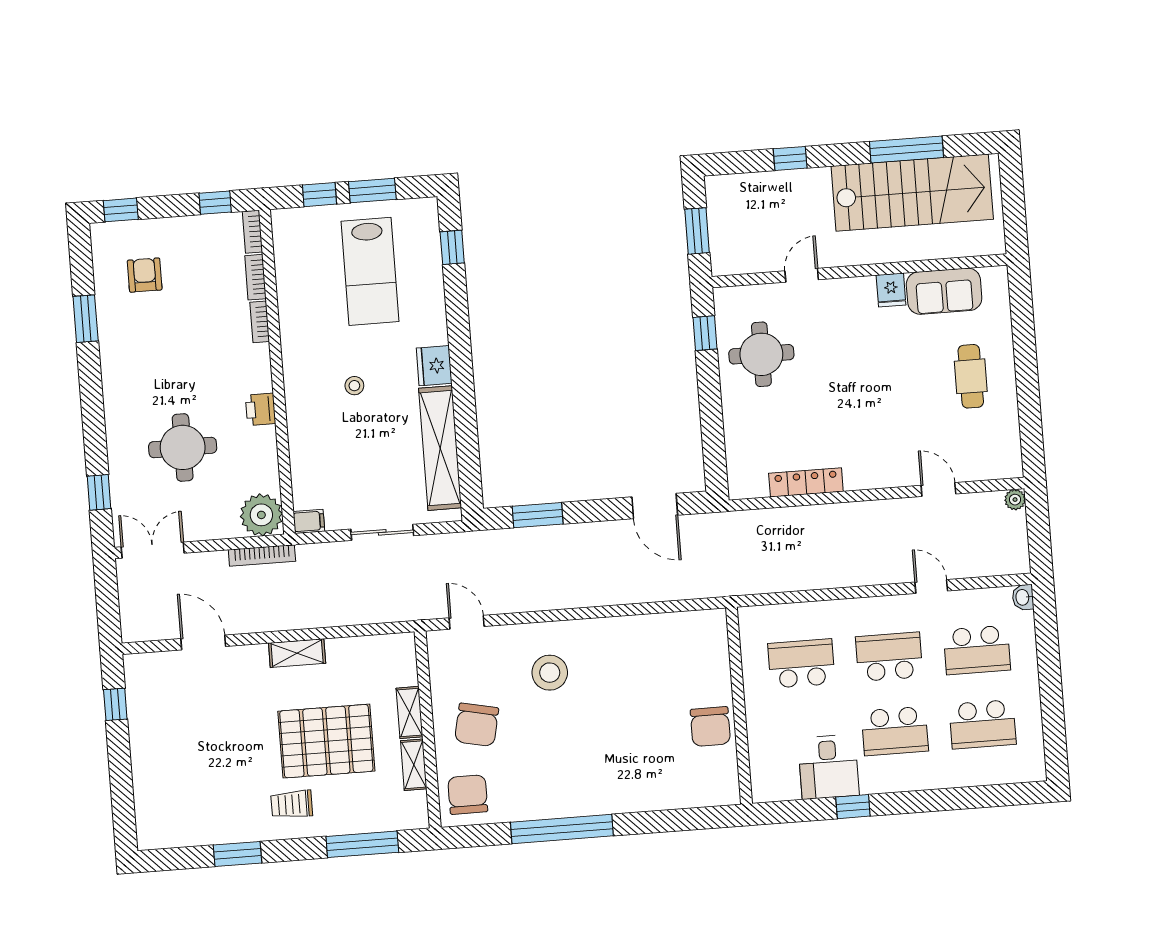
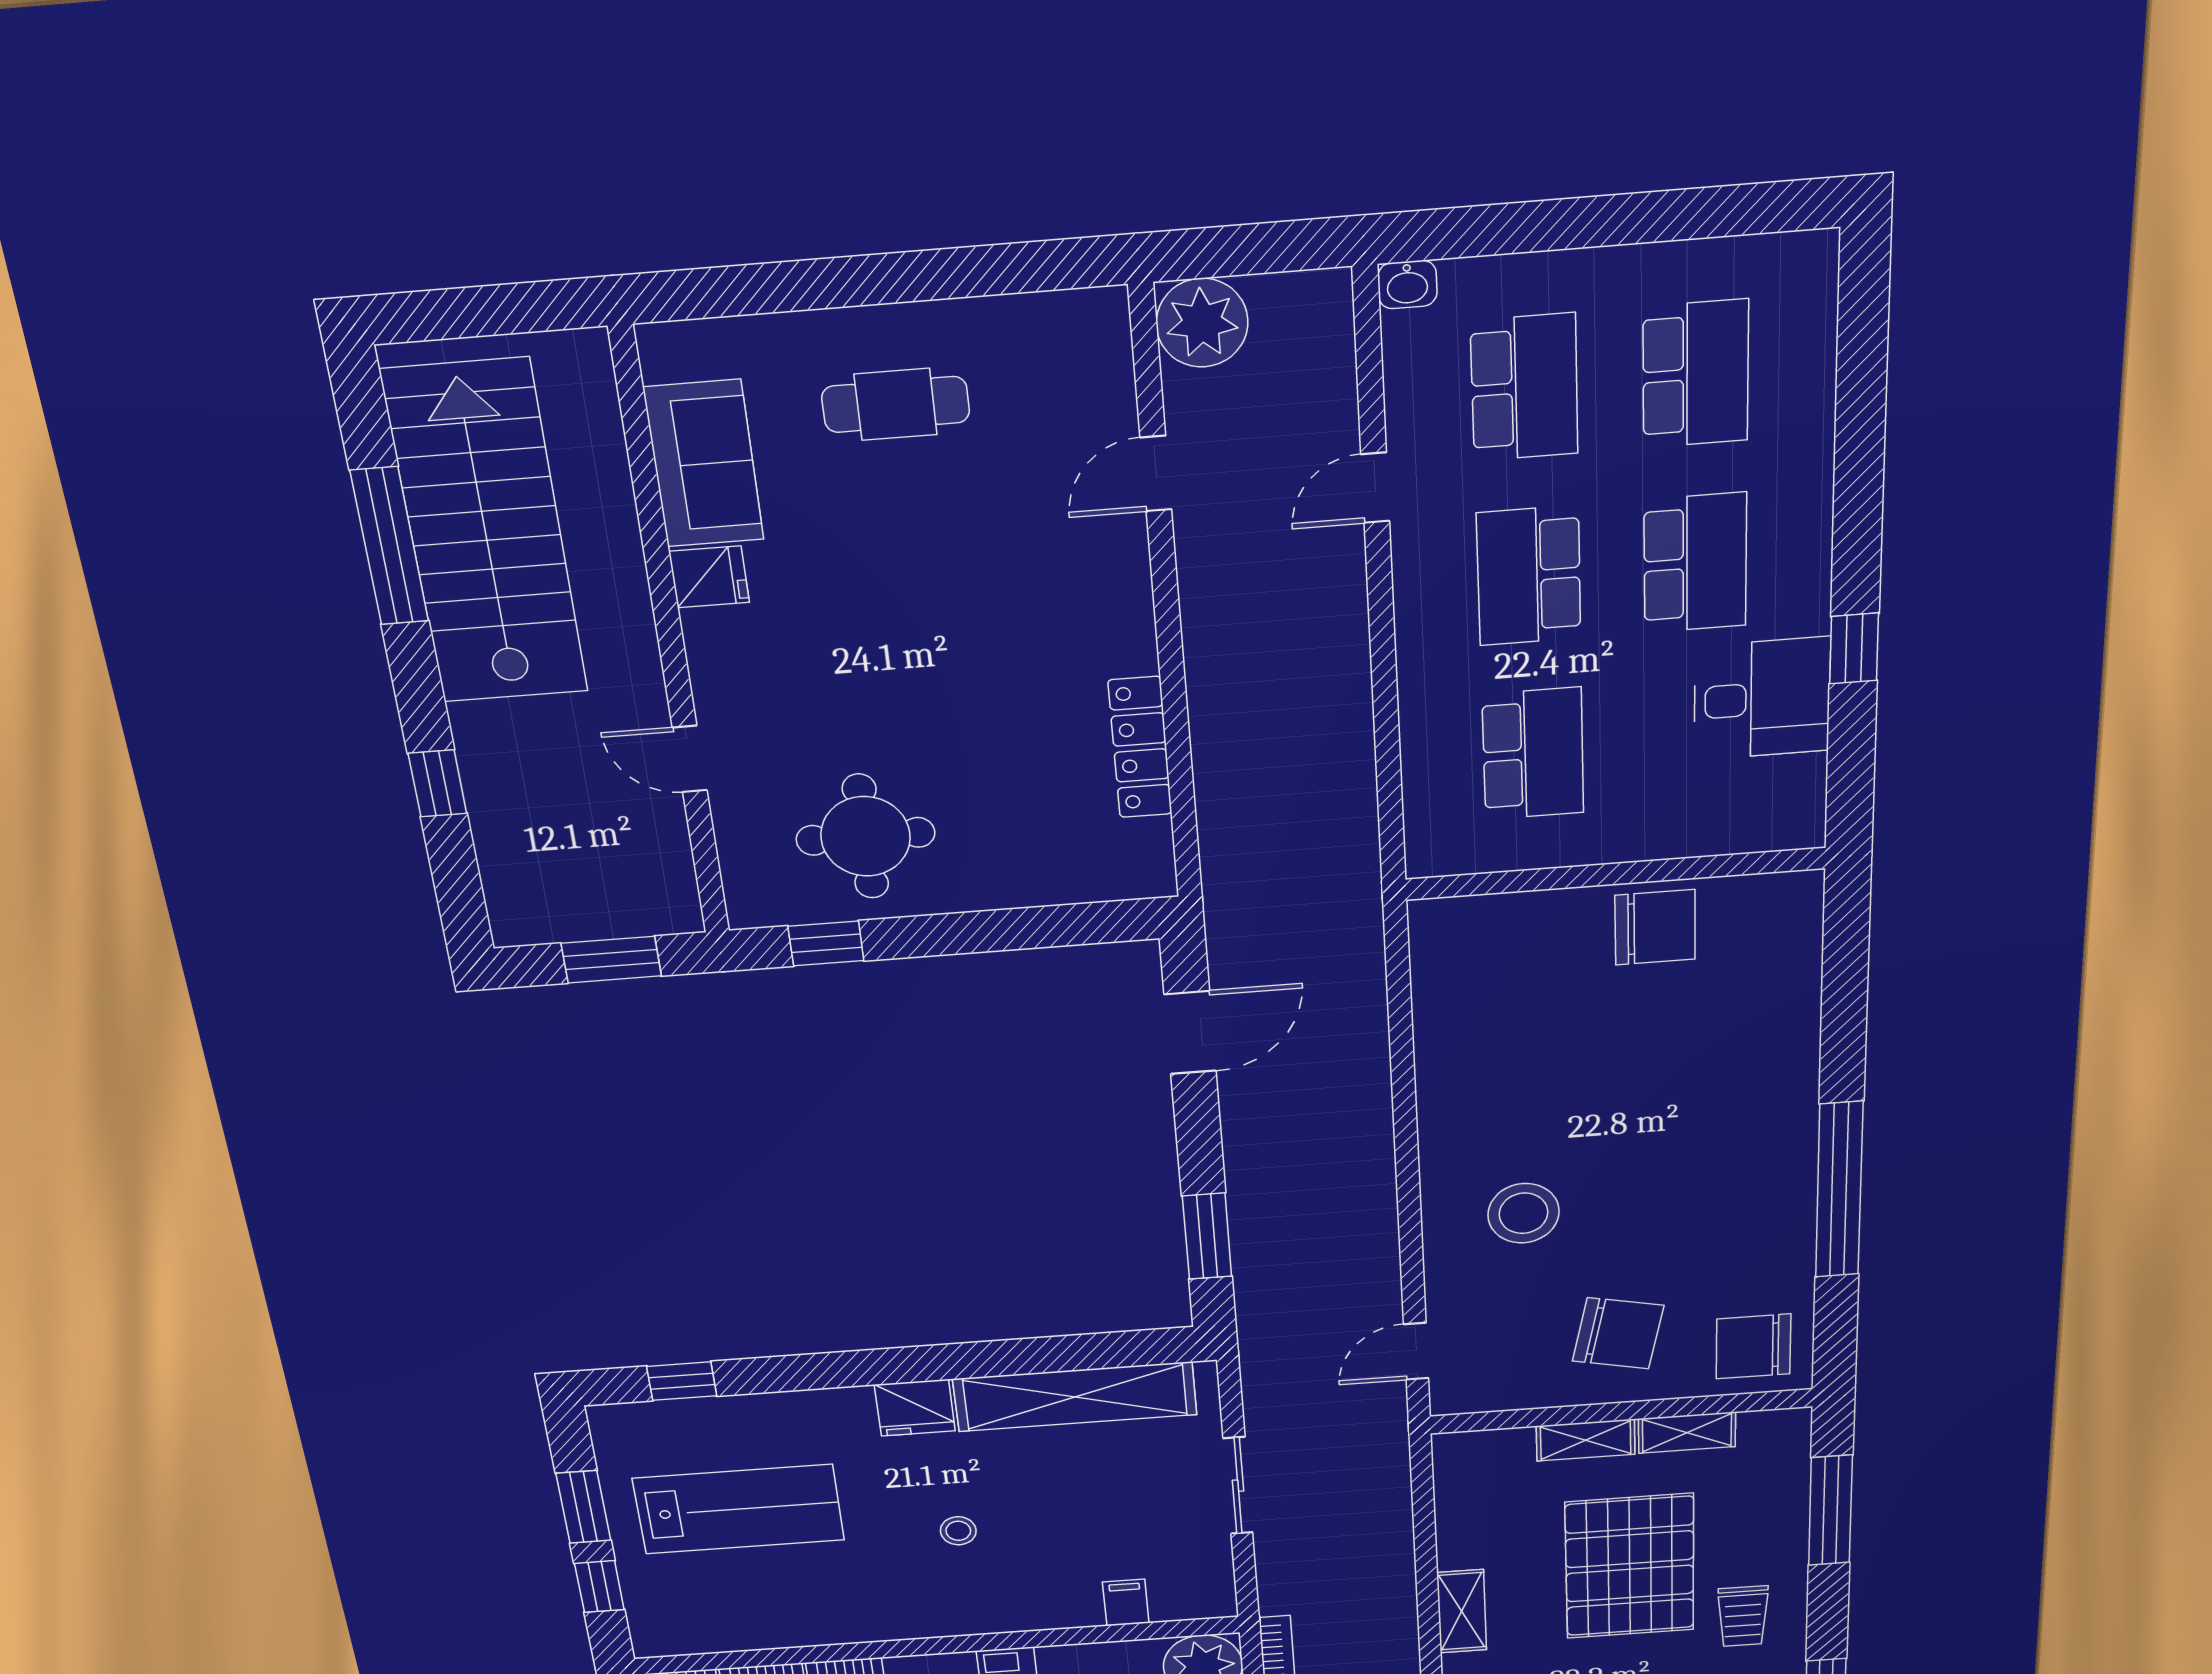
plant: (1015, 500) -> (1202, 323), width x1.88, depth x1.88
filing cabinet: (309, 521) -> (1126, 1603), moved
school desk: (801, 663) -> (1533, 754), turned 180

